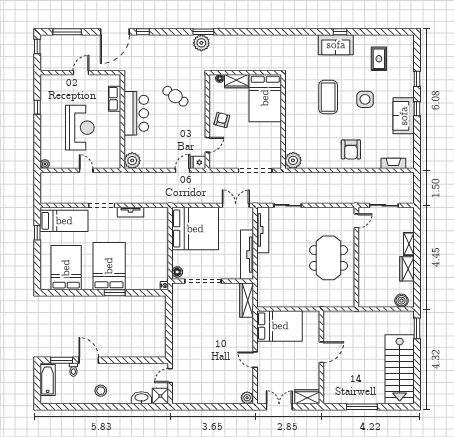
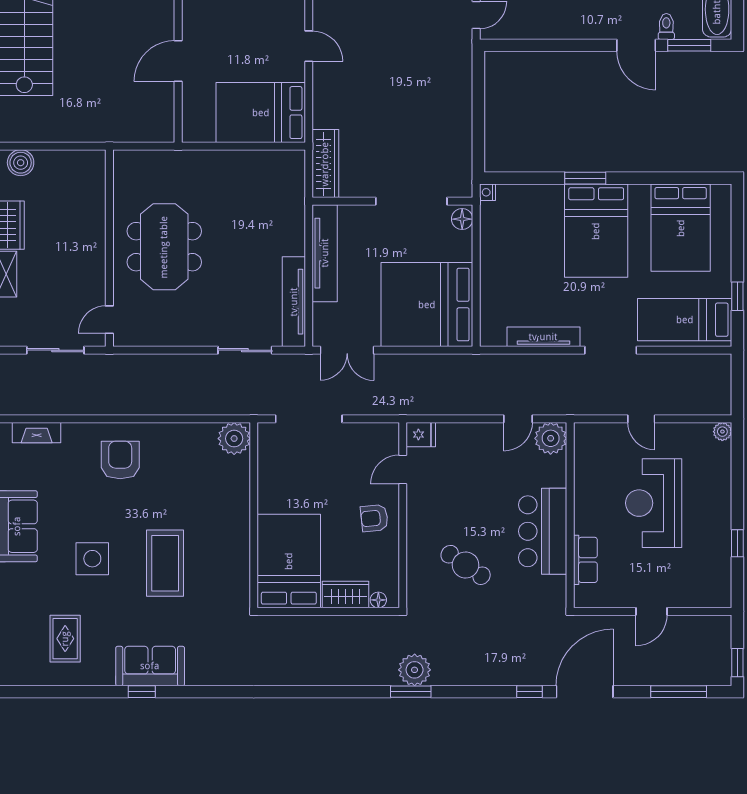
armchair: (222, 120) -> (374, 518), turned 69
door: (182, 170) -> (518, 419), moved
tv unit: (130, 212) -> (543, 337), width x1.41

